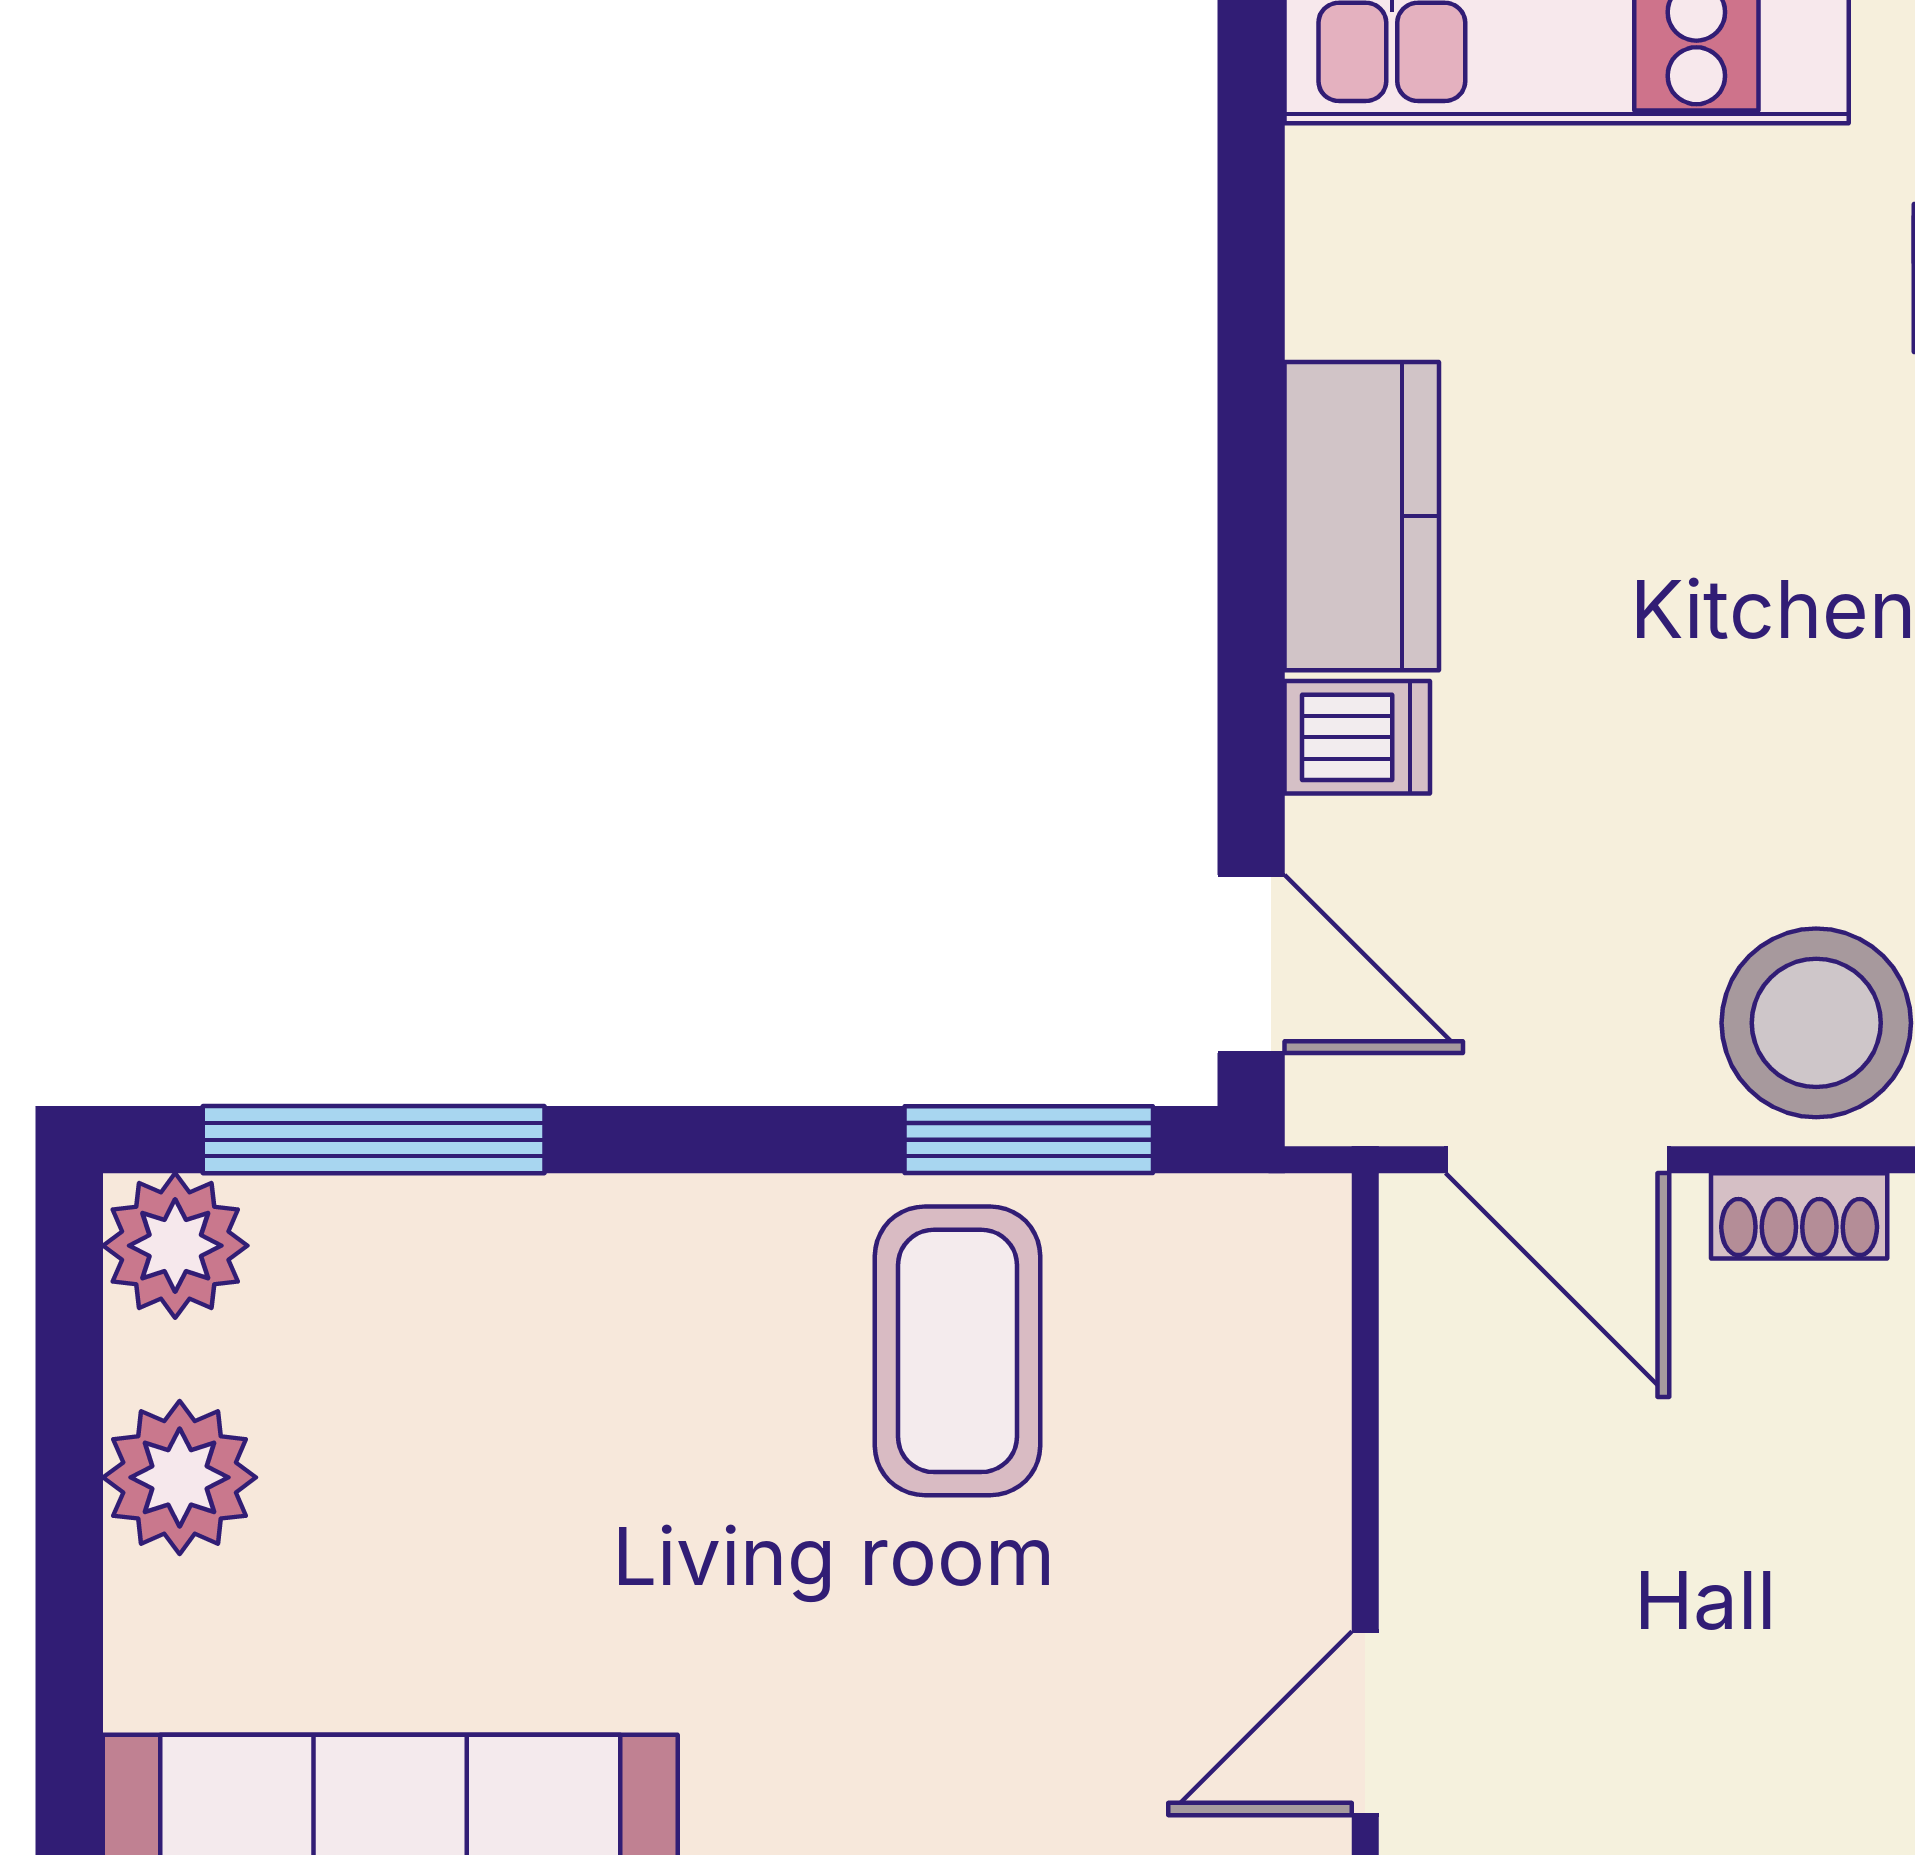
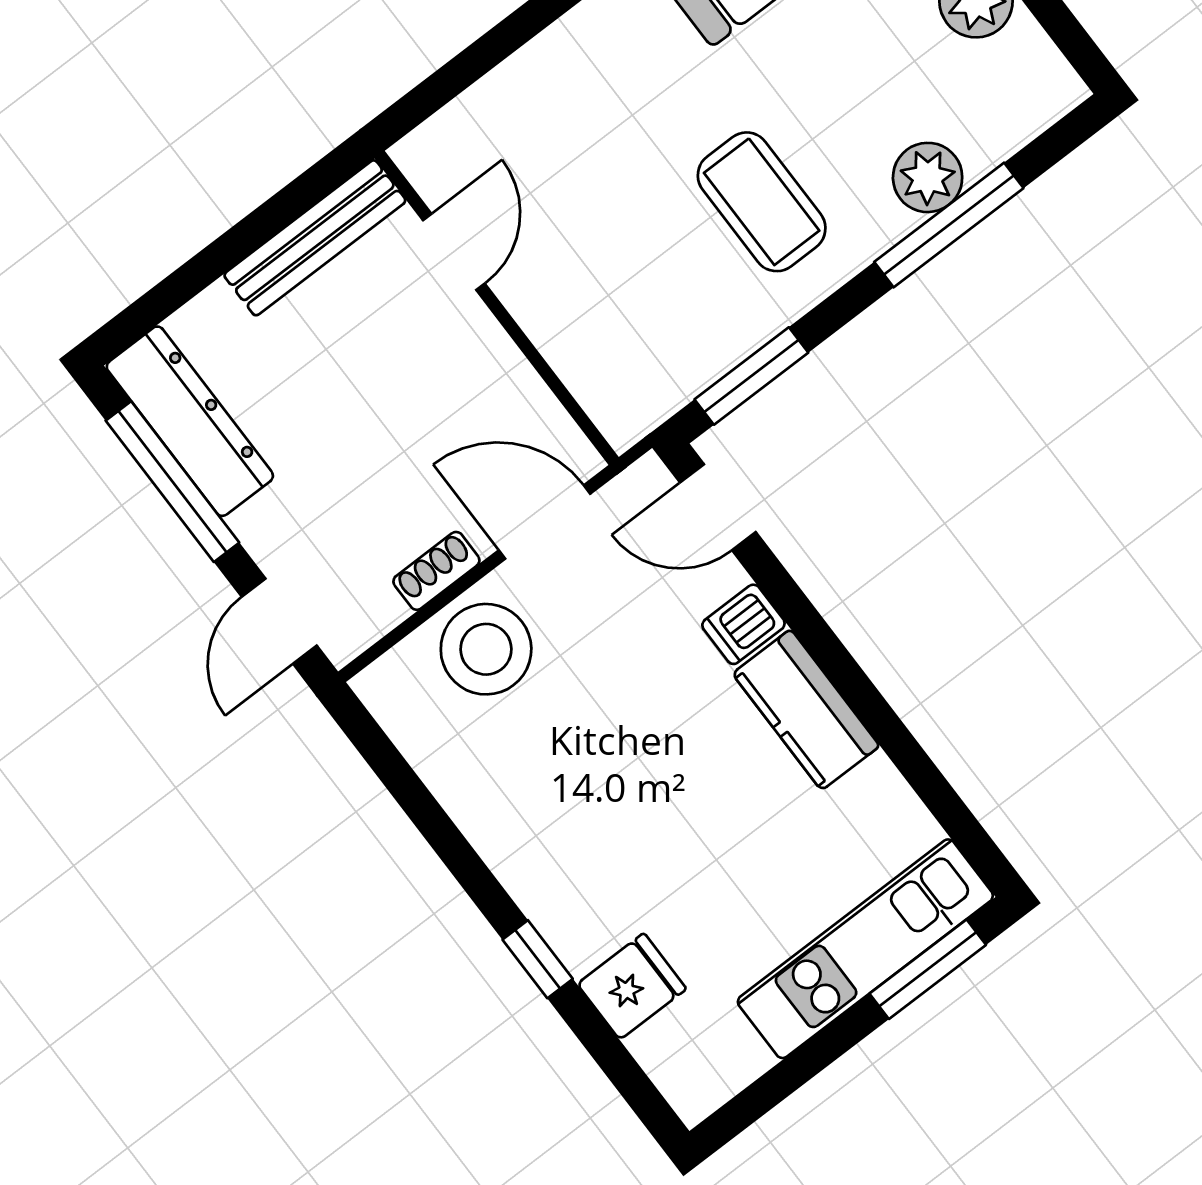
window: (374, 1140) -> (949, 225), moved
plant: (175, 1246) -> (928, 177), moved
coffee table: (958, 1351) -> (762, 202), moved

